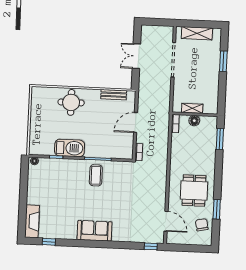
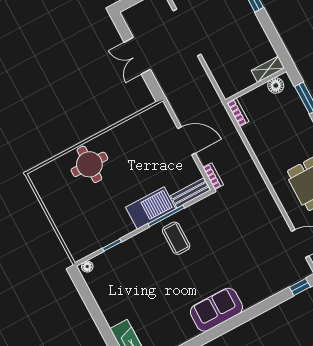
bench: (114, 95) -> (190, 193), moved
shelving: (192, 108) -> (268, 69), moved
floor lamp: (194, 121) -> (276, 86), moved
door: (136, 122) -> (187, 141), swing flipped
barbecue: (70, 148) -> (151, 208), moved

